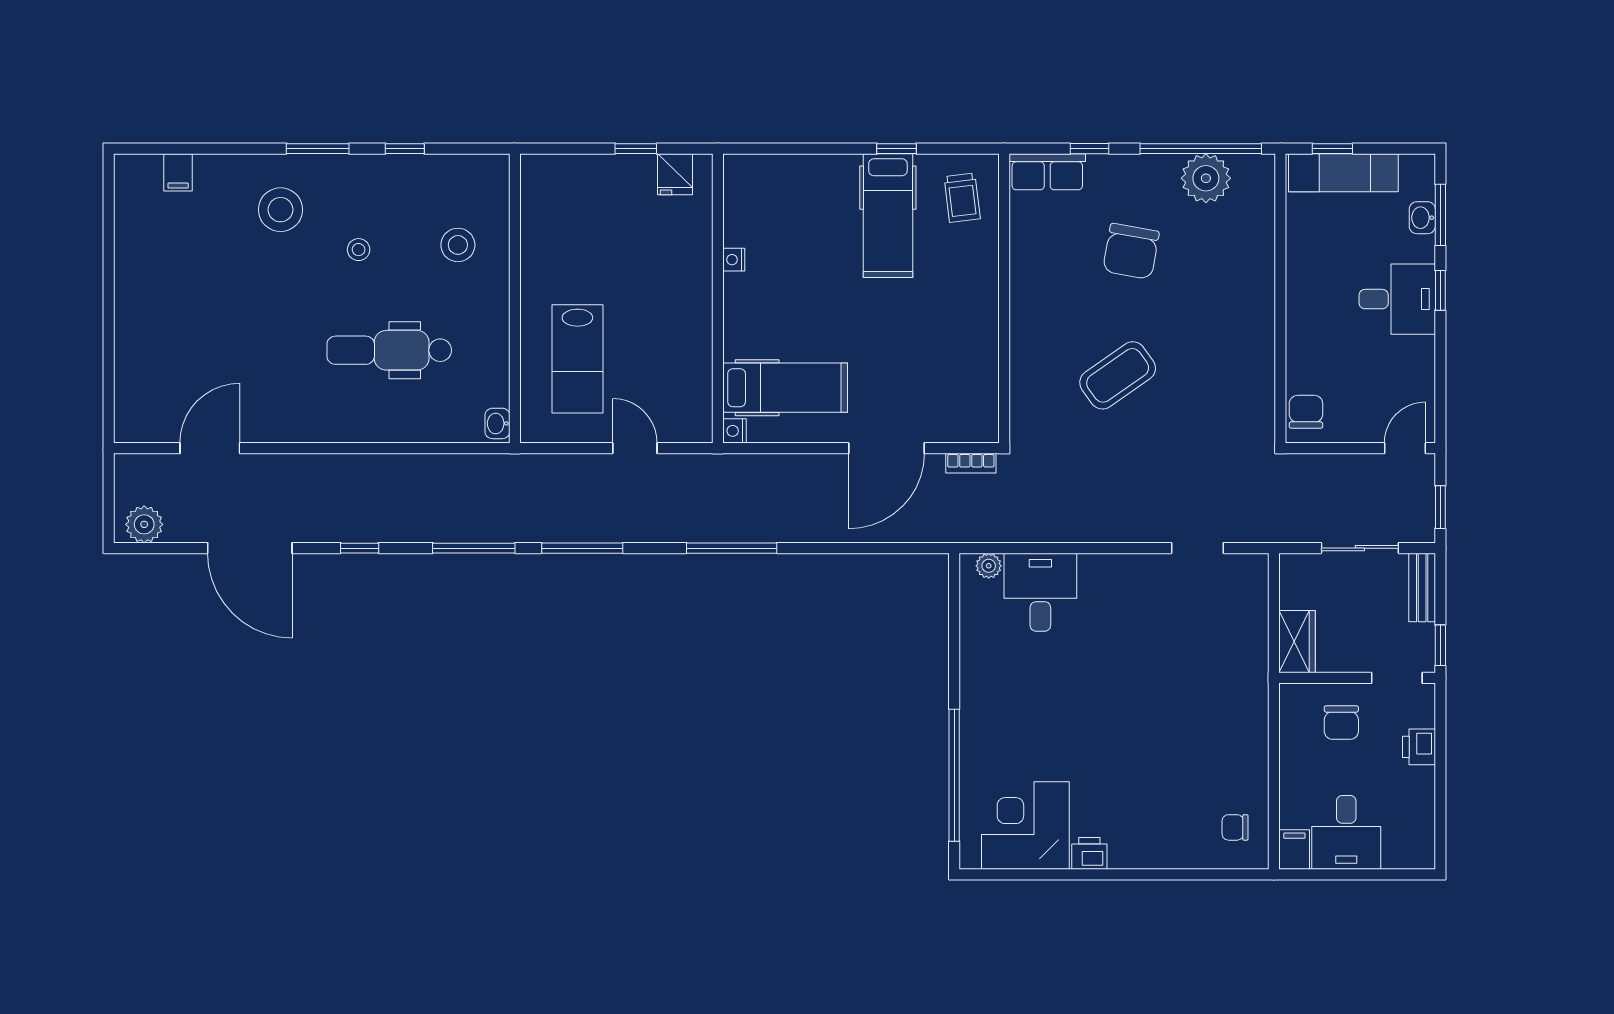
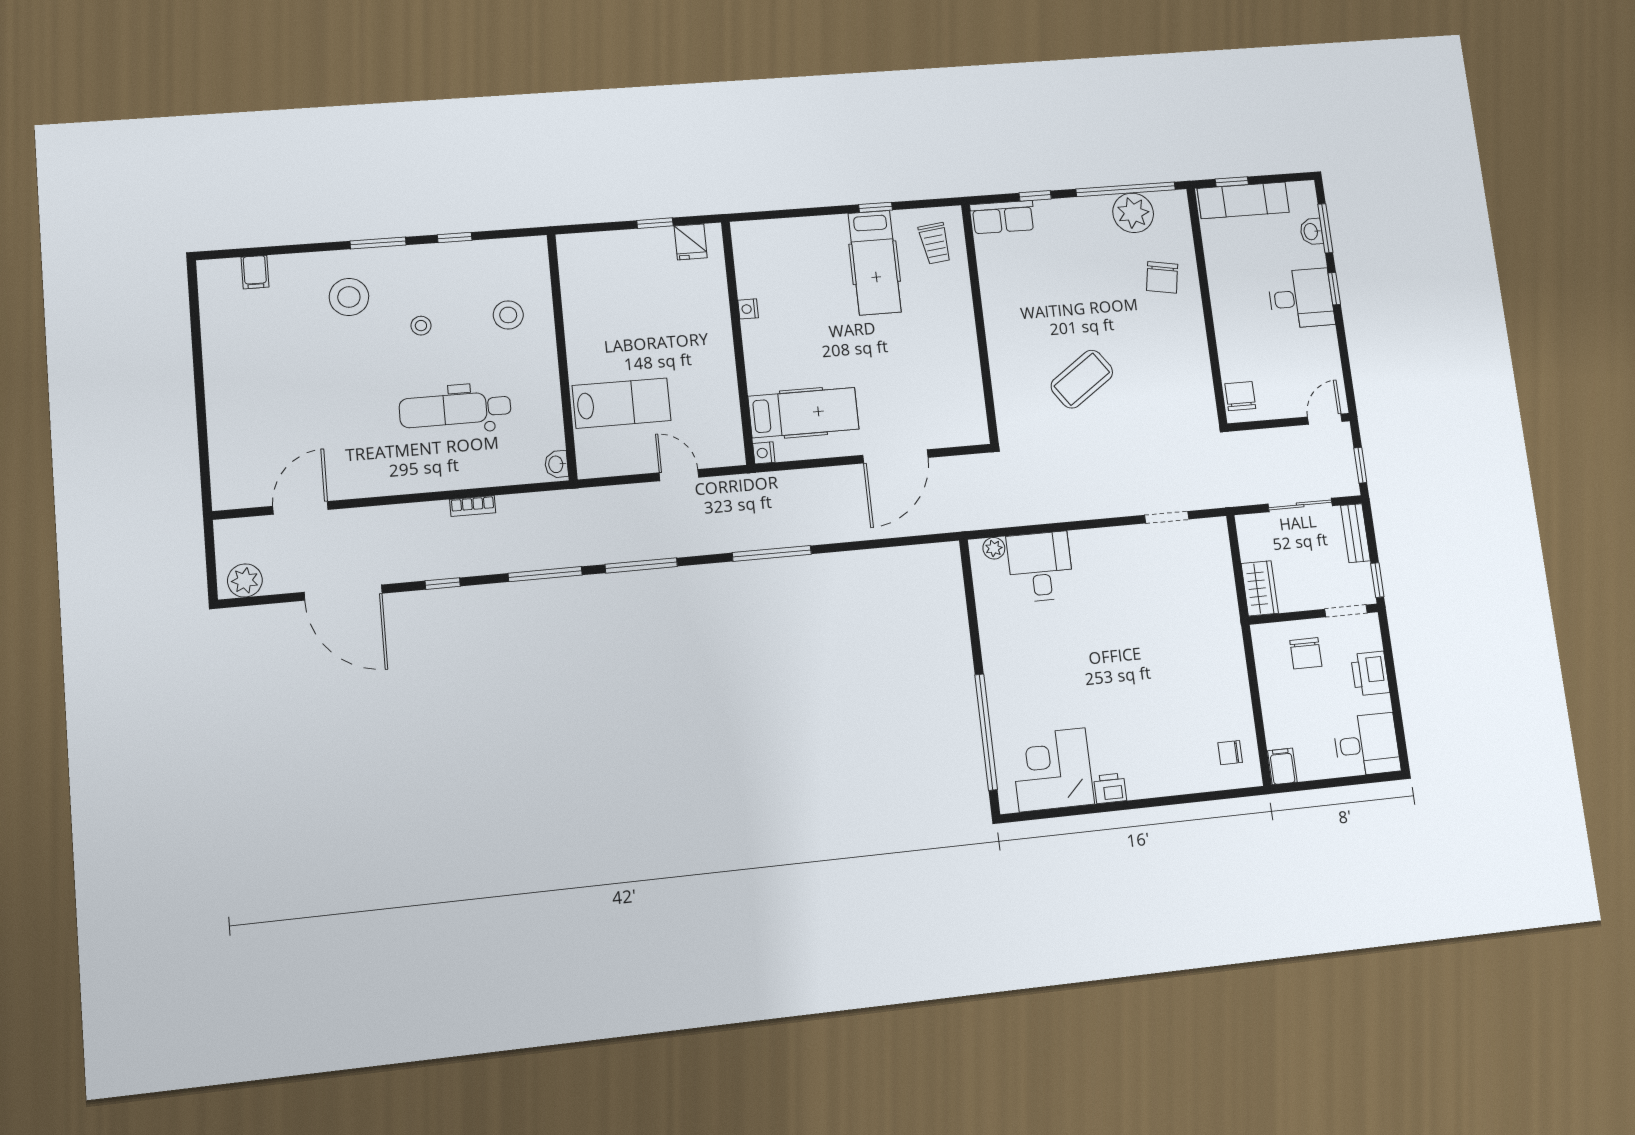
chair: (1131, 251) -> (1162, 277), moved, width x0.73, depth x0.73
lab bench: (577, 359) -> (622, 403), turned -90
bookcase: (971, 463) -> (473, 506), moved
printer: (1419, 747) -> (1370, 673), width x1.36, depth x1.24
desk: (1346, 832) -> (1367, 745), moved, turned -90

